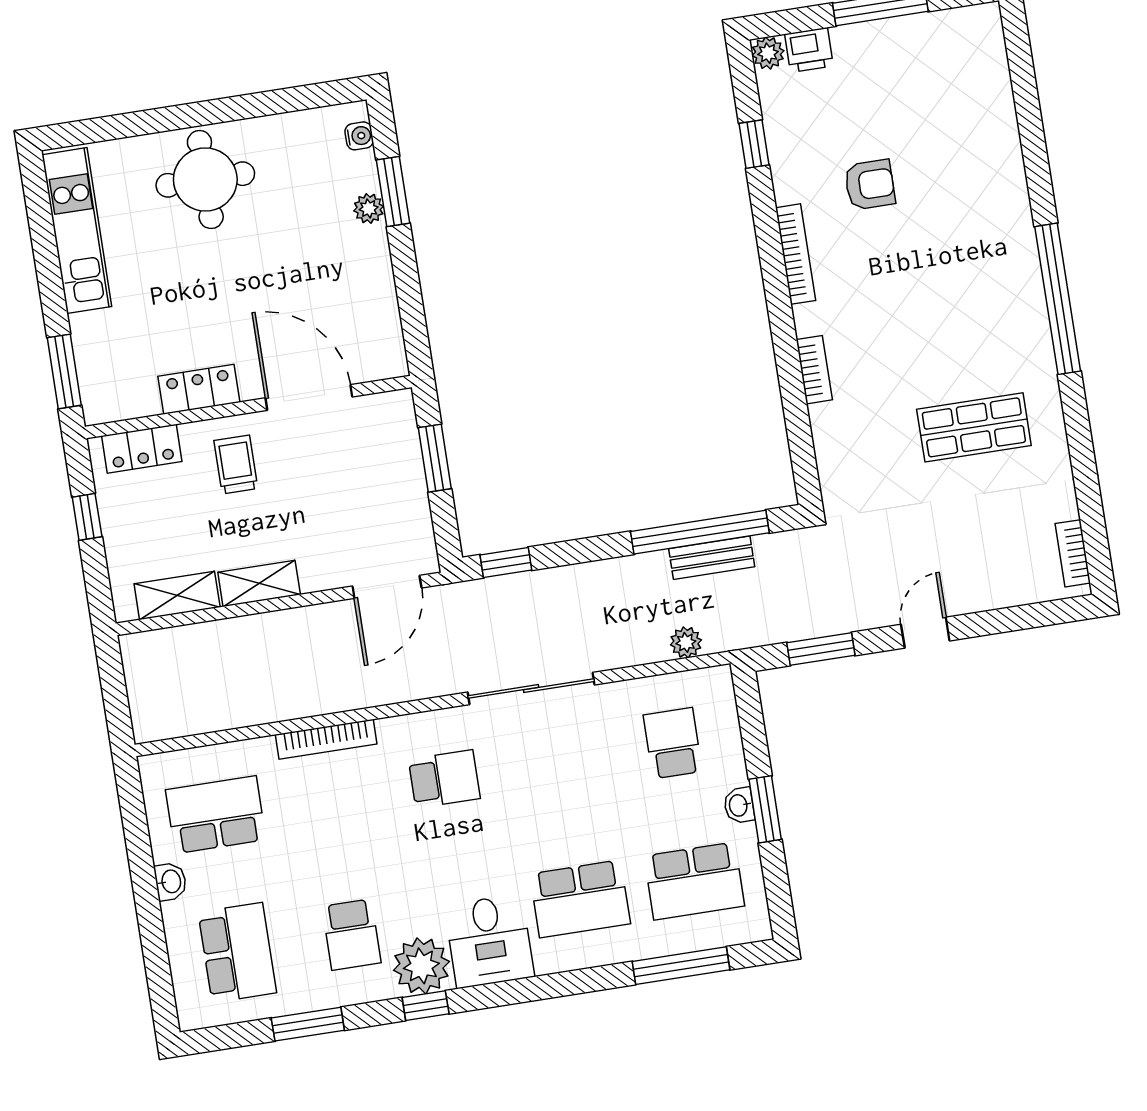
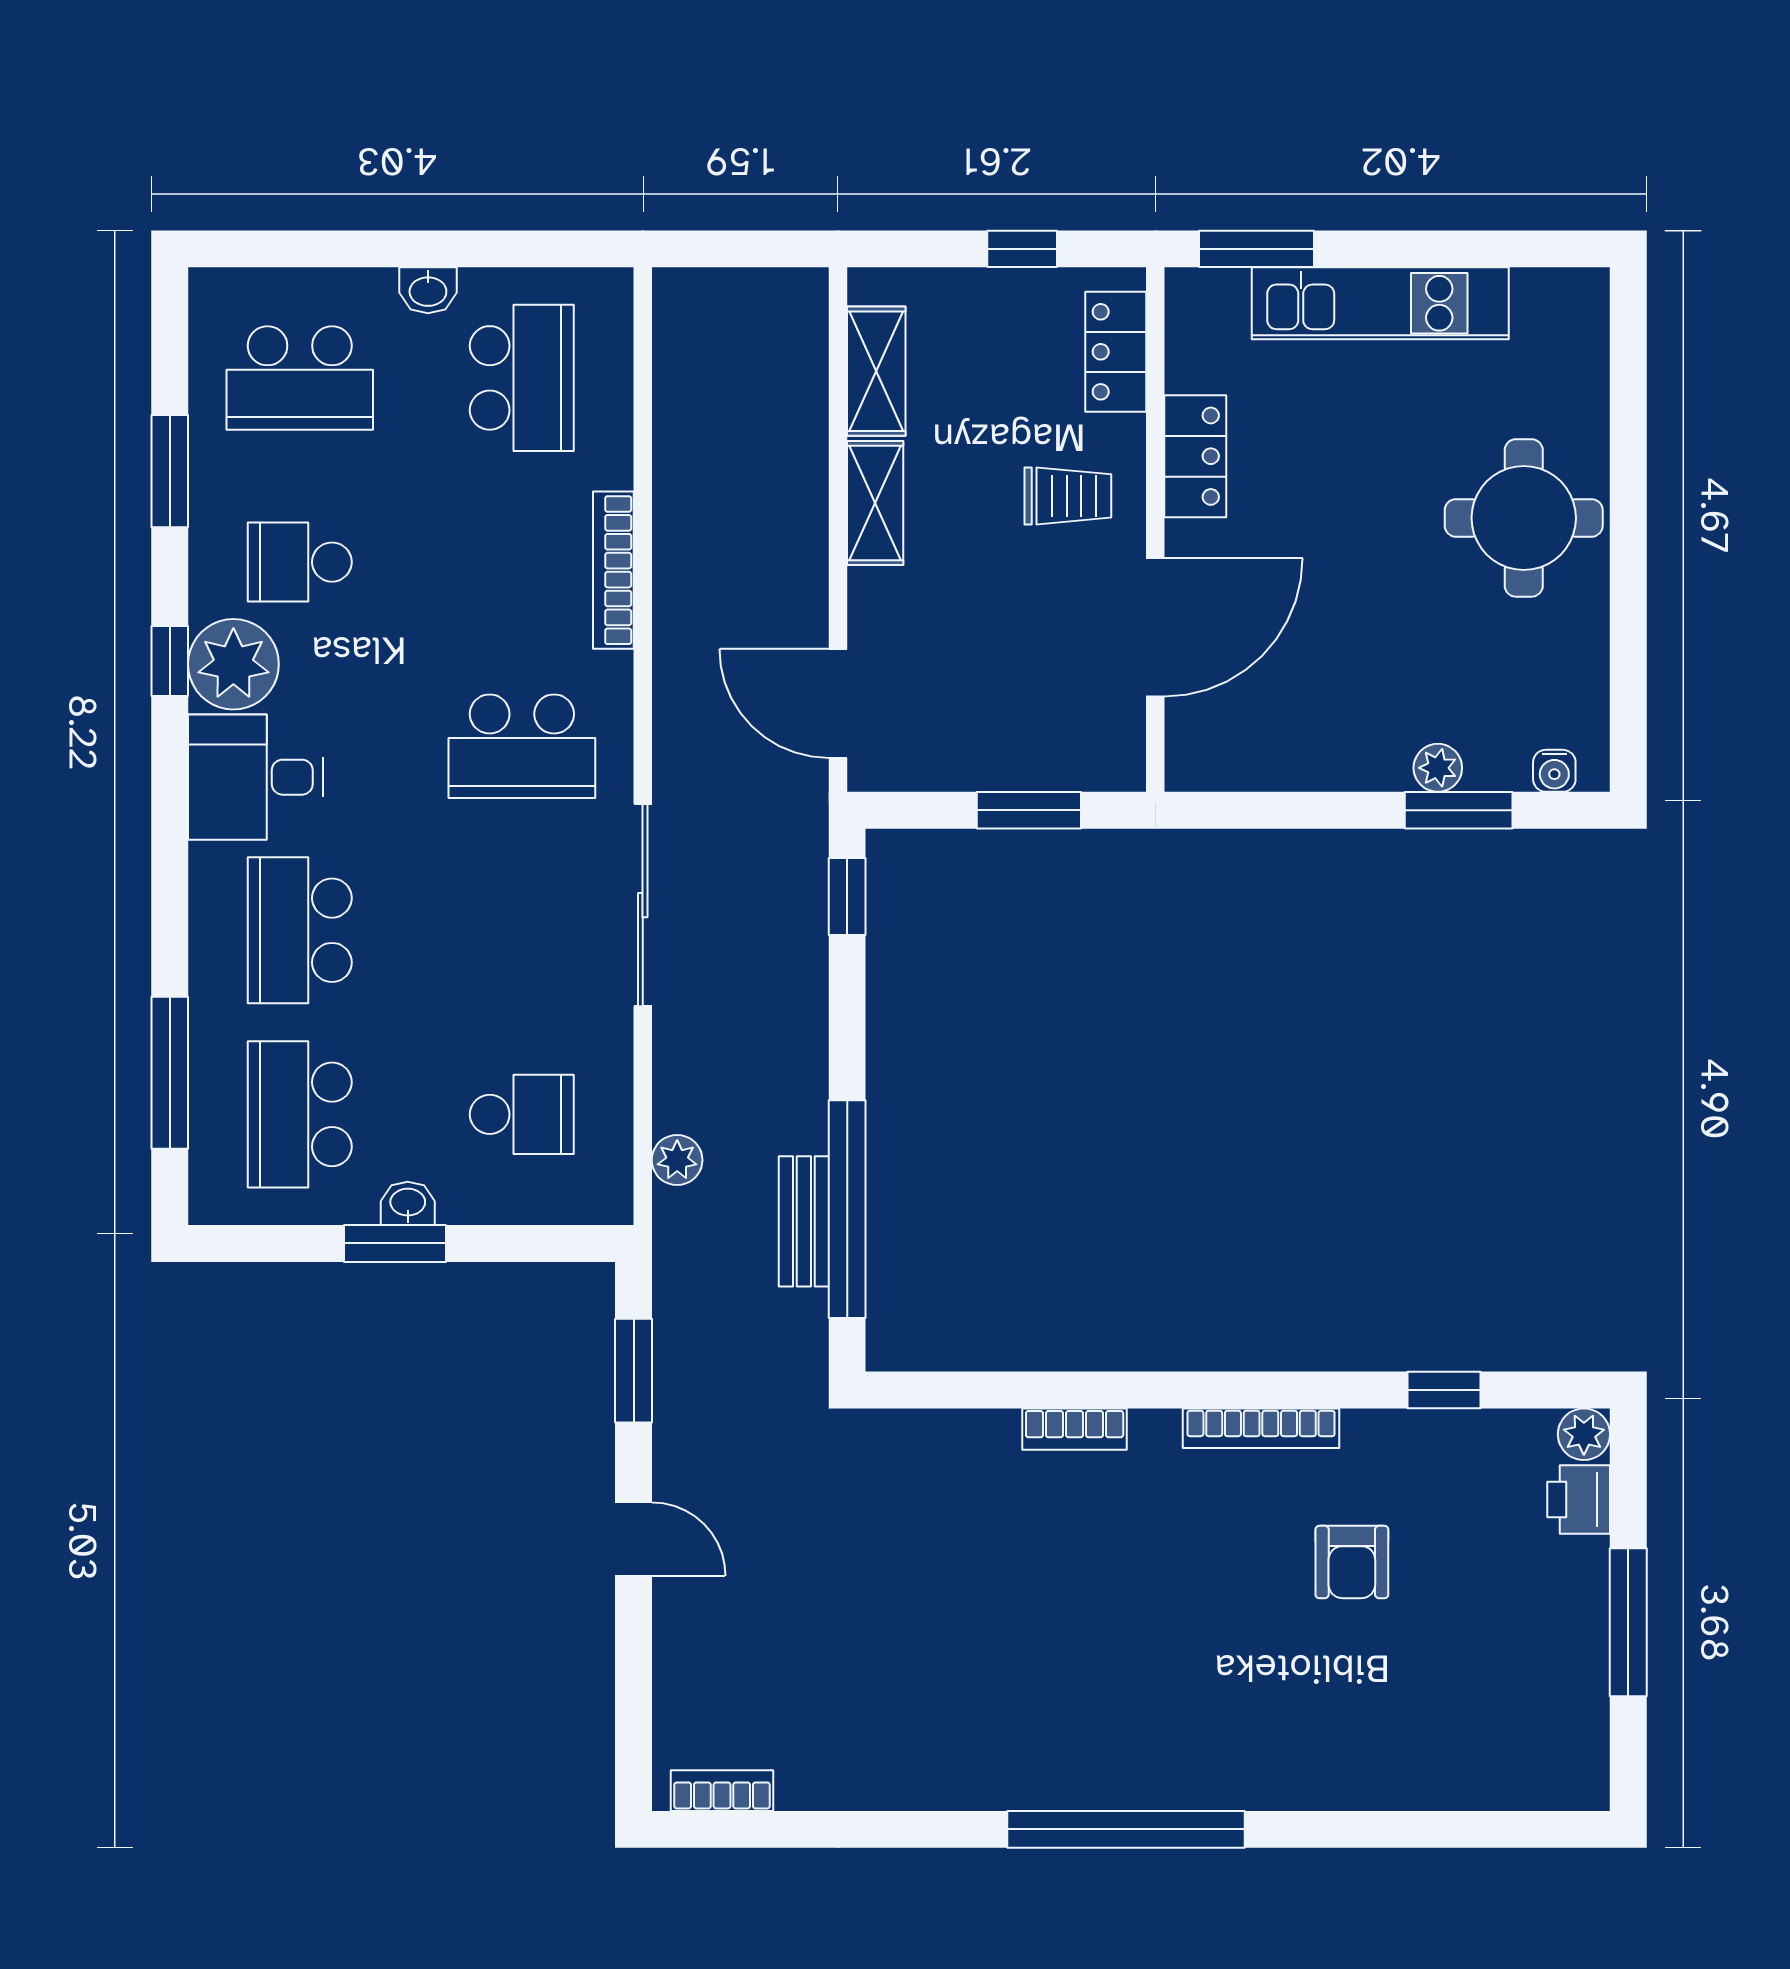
kitchen unit: (77, 231) -> (1380, 303), moved
shop shelf: (974, 427) -> (944, 1666), removed
school desk: (444, 779) -> (522, 746), width x1.85

